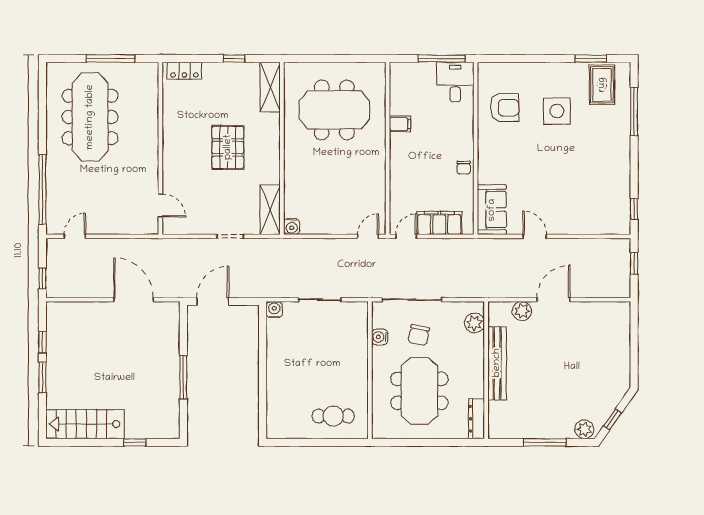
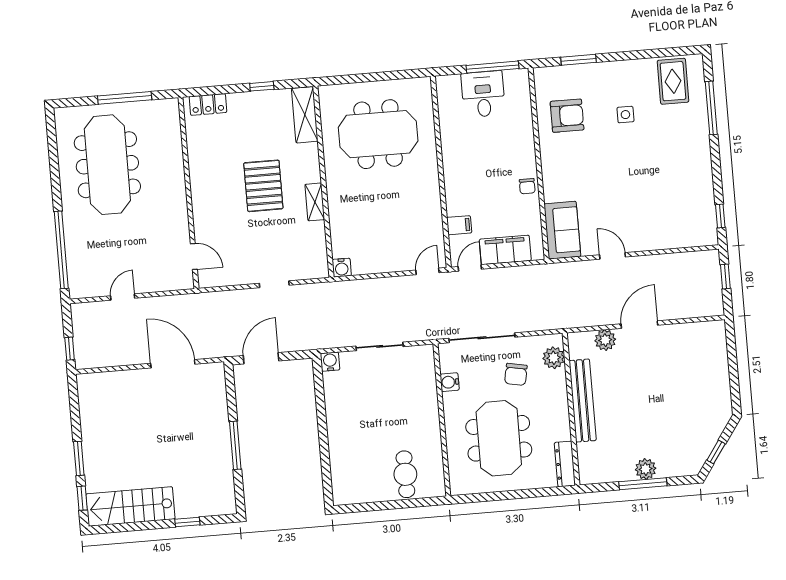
window: (591, 58) -> (579, 60), moved
desk: (455, 82) -> (483, 94), moved
side table: (557, 111) -> (625, 115), width x0.54, depth x0.54
filing cabinet: (400, 124) -> (459, 225), moved
shelving: (270, 210) -> (315, 202), moved, width x0.67, depth x0.75
door: (75, 236) -> (123, 297), moved
chair: (419, 335) -> (516, 374), moved
window: (42, 342) -> (82, 498), moved
cafe table: (333, 416) -> (405, 474), turned 90
plant: (584, 429) -> (646, 469), moved

